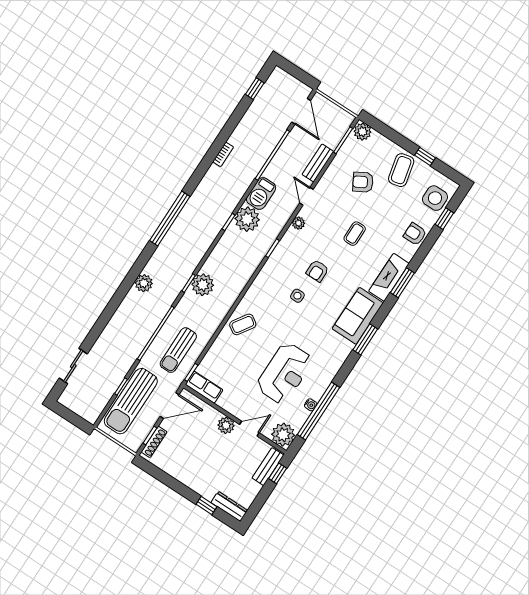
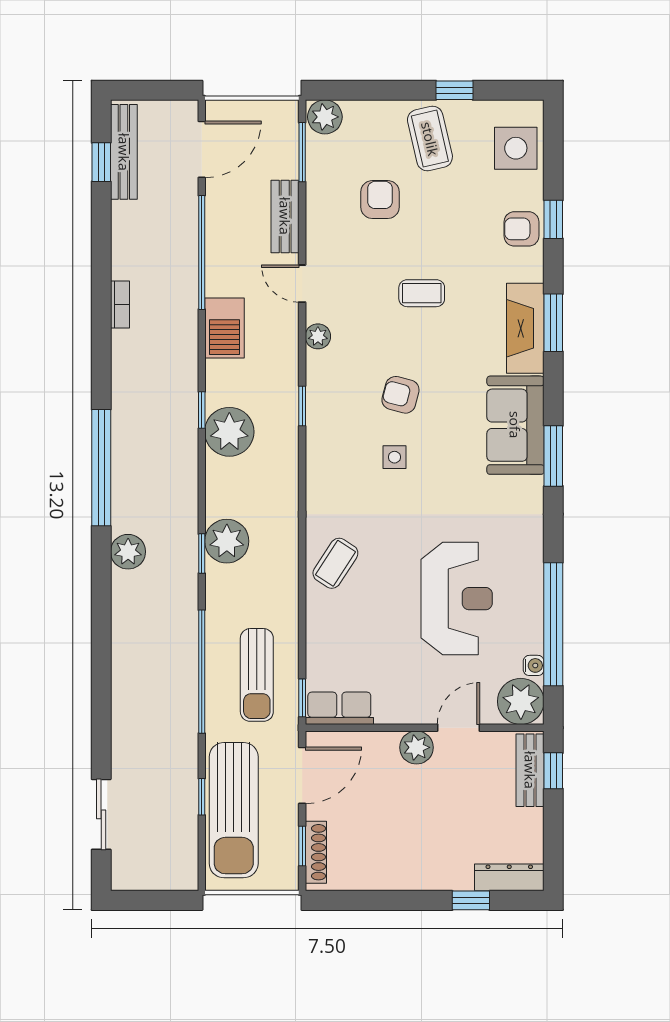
bench: (267, 91) -> (124, 152), added
door: (301, 111) -> (202, 149), hinge flipped
armchair: (363, 182) -> (380, 200), turned 119
plant: (247, 219) -> (229, 432), moved
window: (444, 219) -> (553, 219), moved
coffee table: (355, 234) -> (422, 293), turned 90
armchair: (317, 271) -> (400, 395), turned 105
plant: (144, 283) -> (128, 552), moved
water cooler: (311, 405) -> (534, 665), moved

